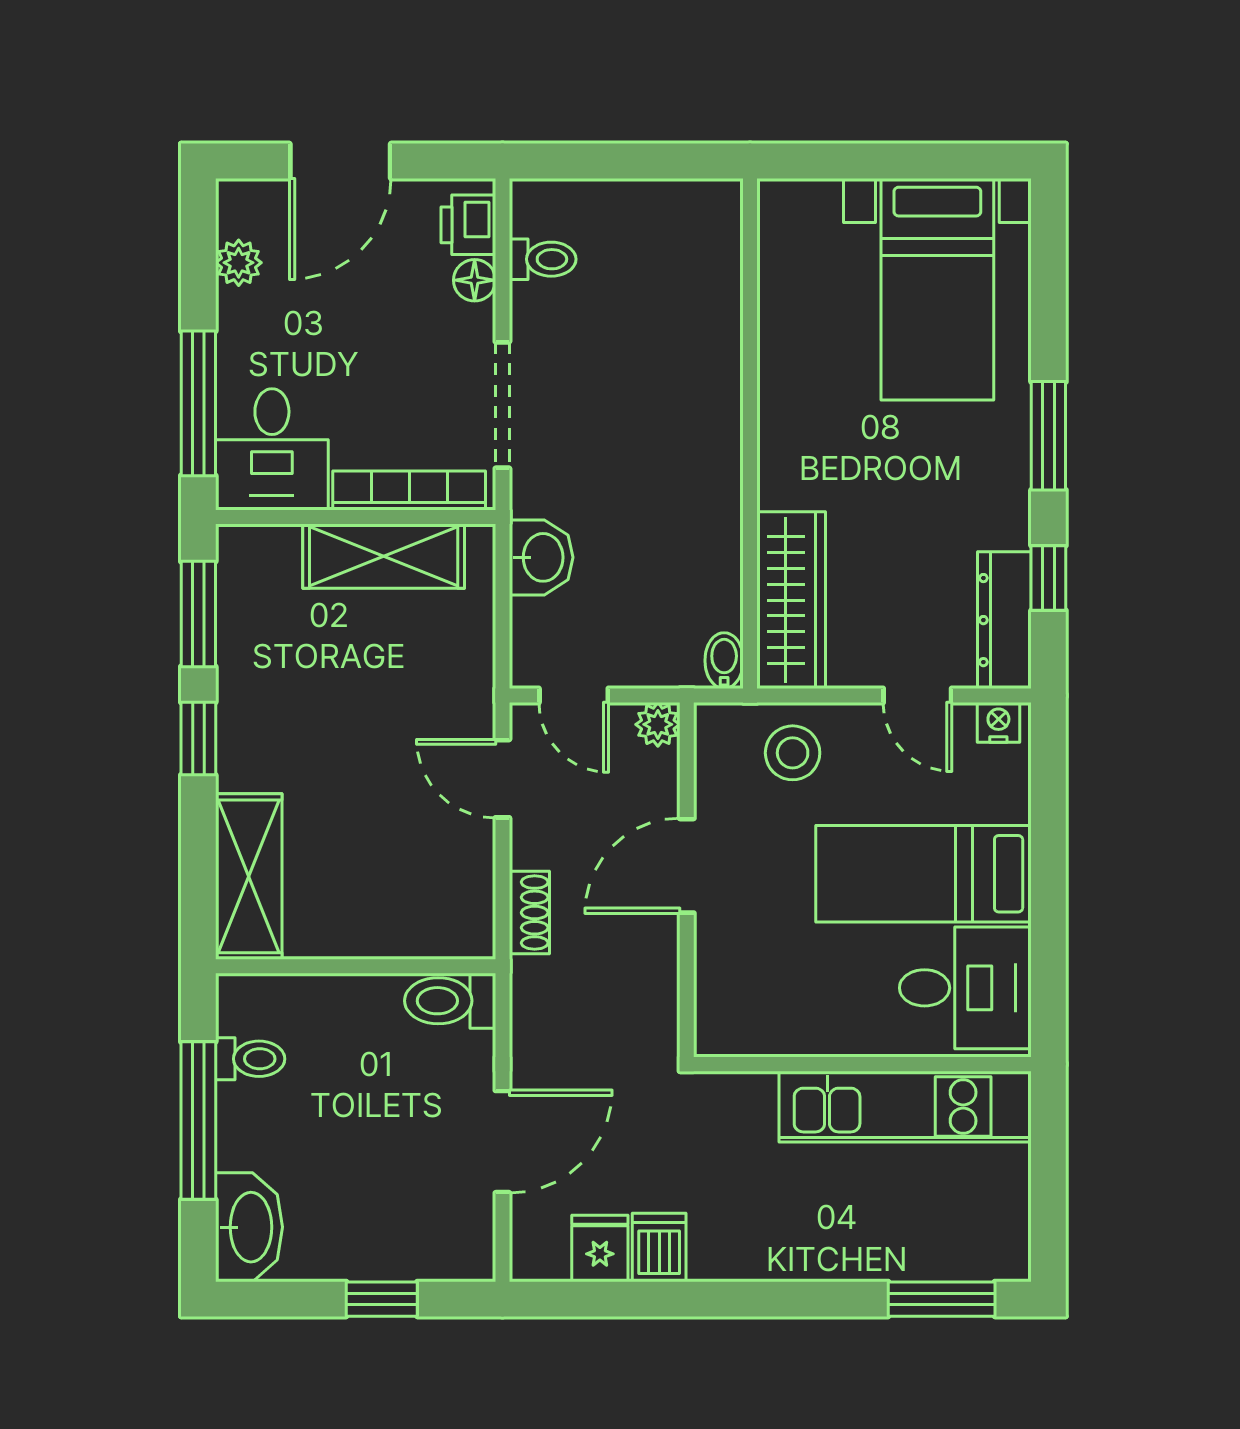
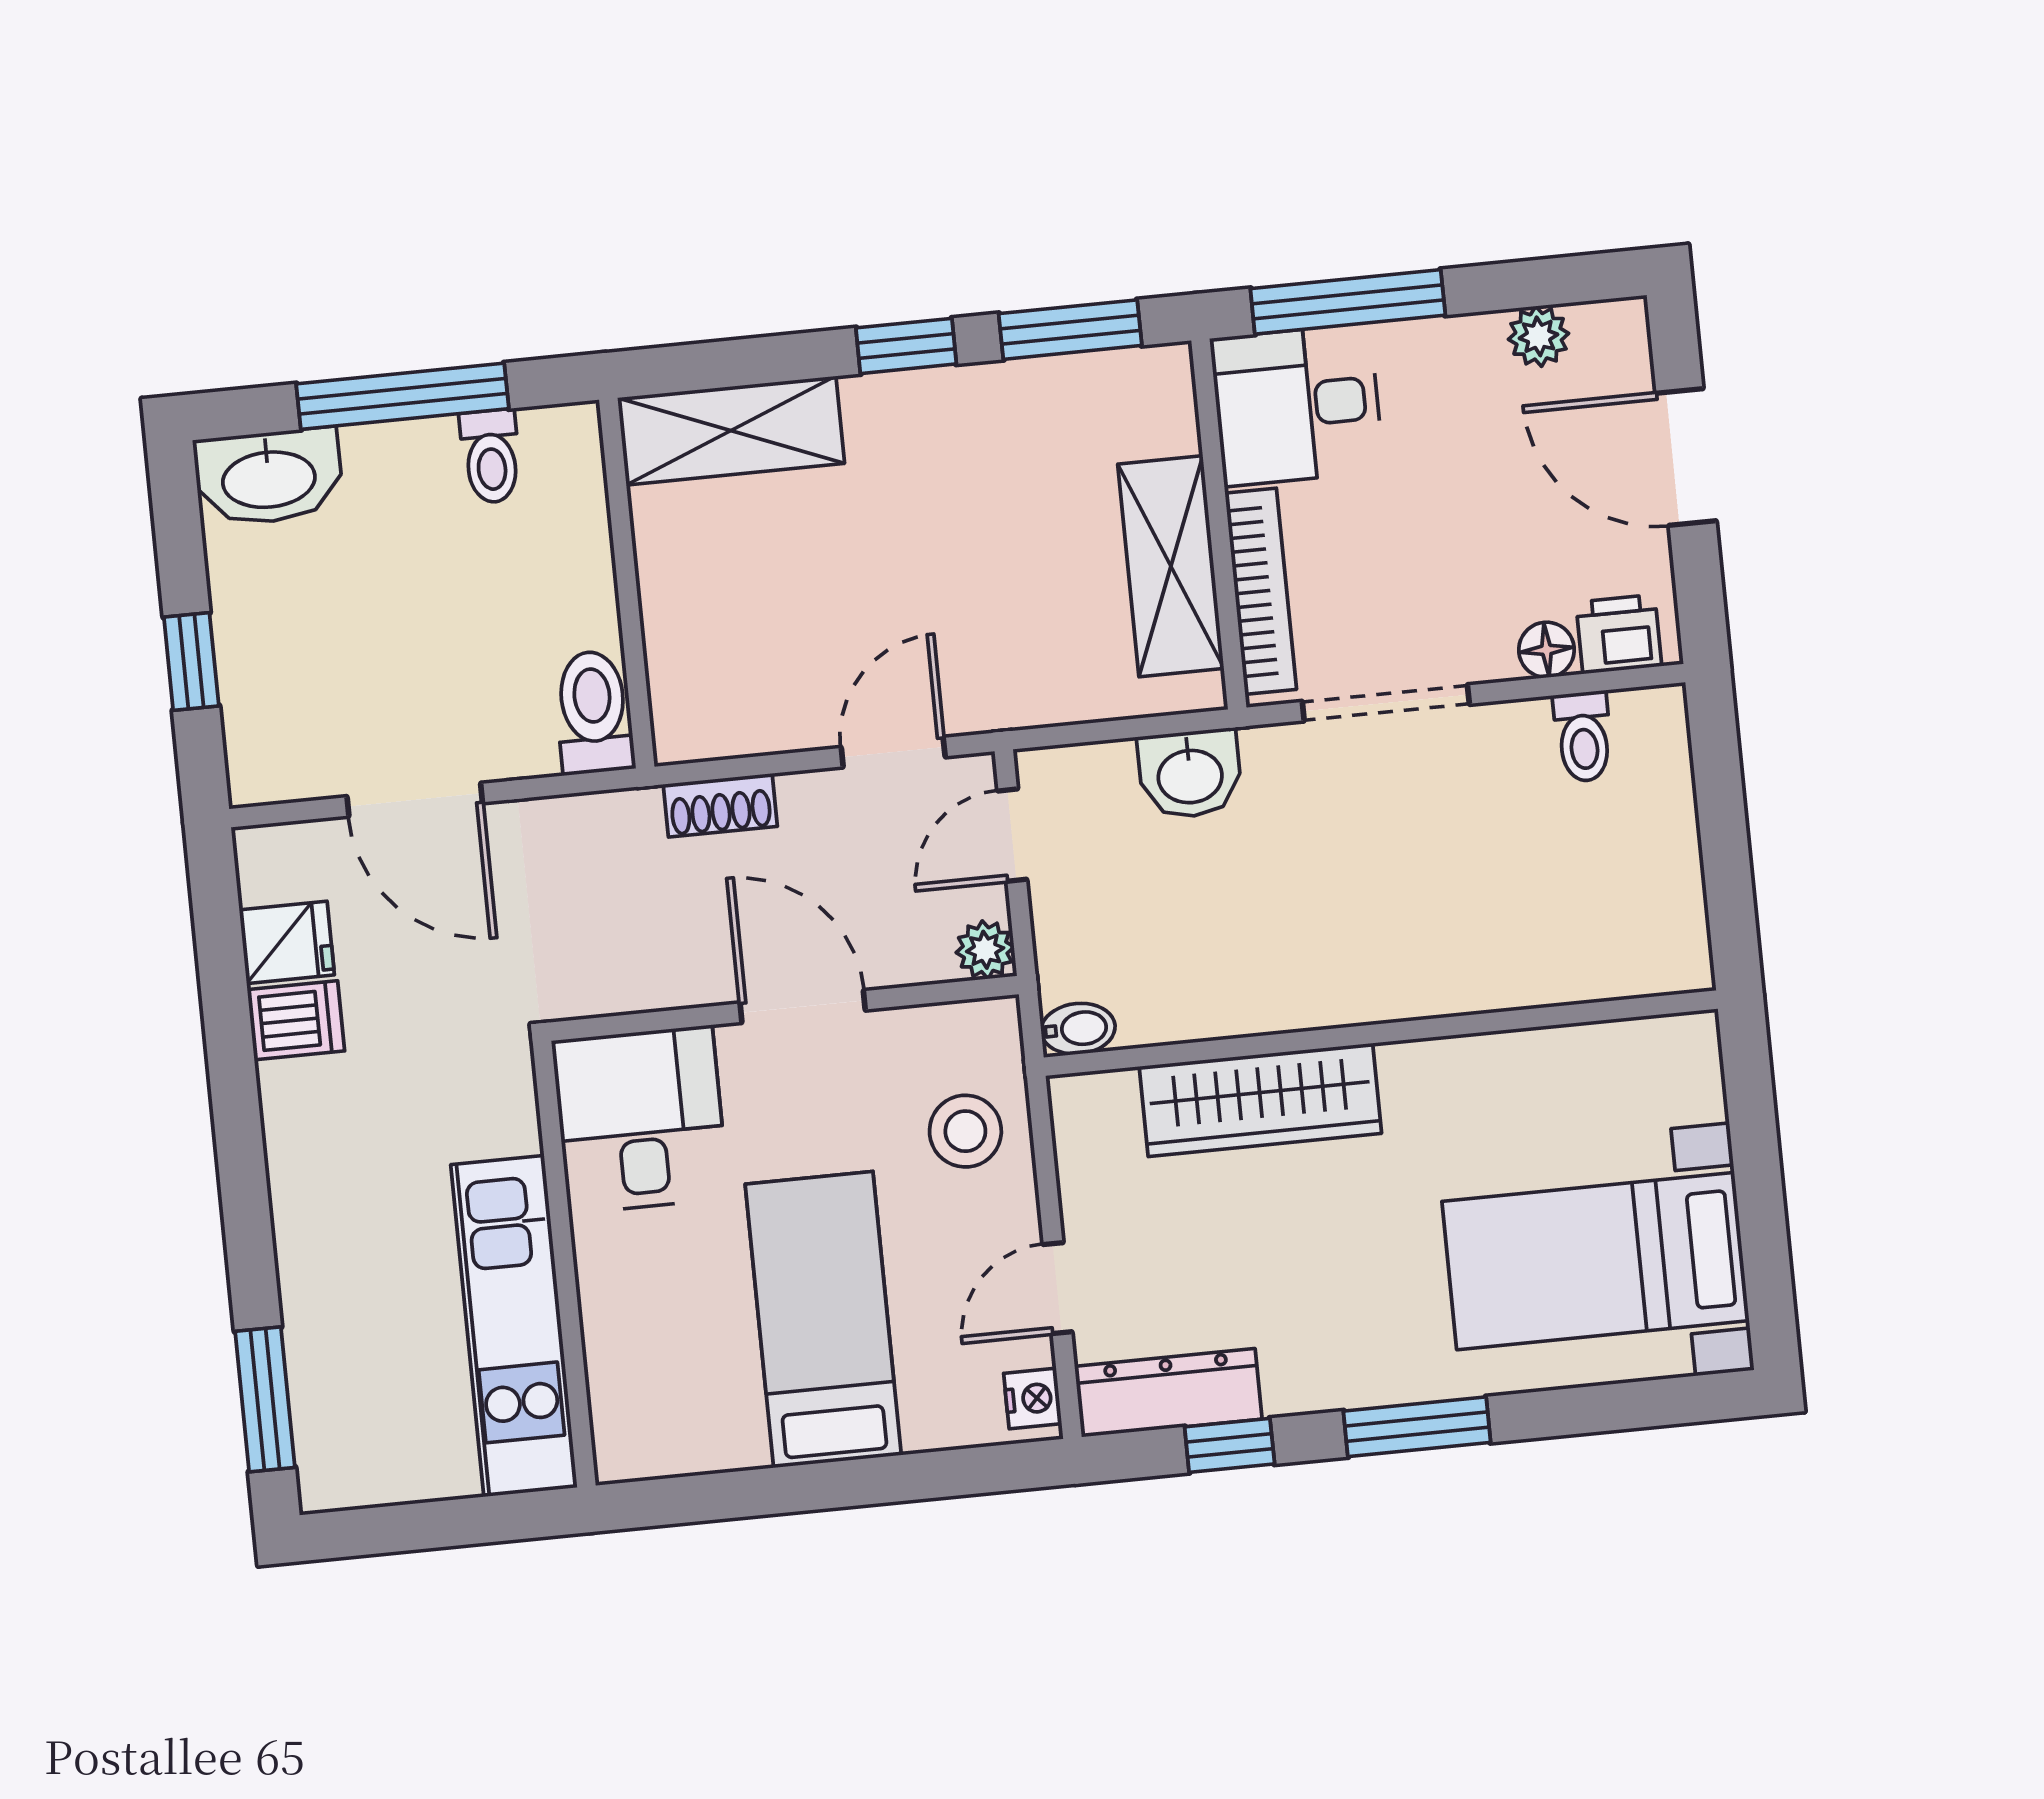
wardrobe: (791, 600) -> (1260, 1100), moved
desk: (965, 988) -> (640, 1119), moved, turned 180

